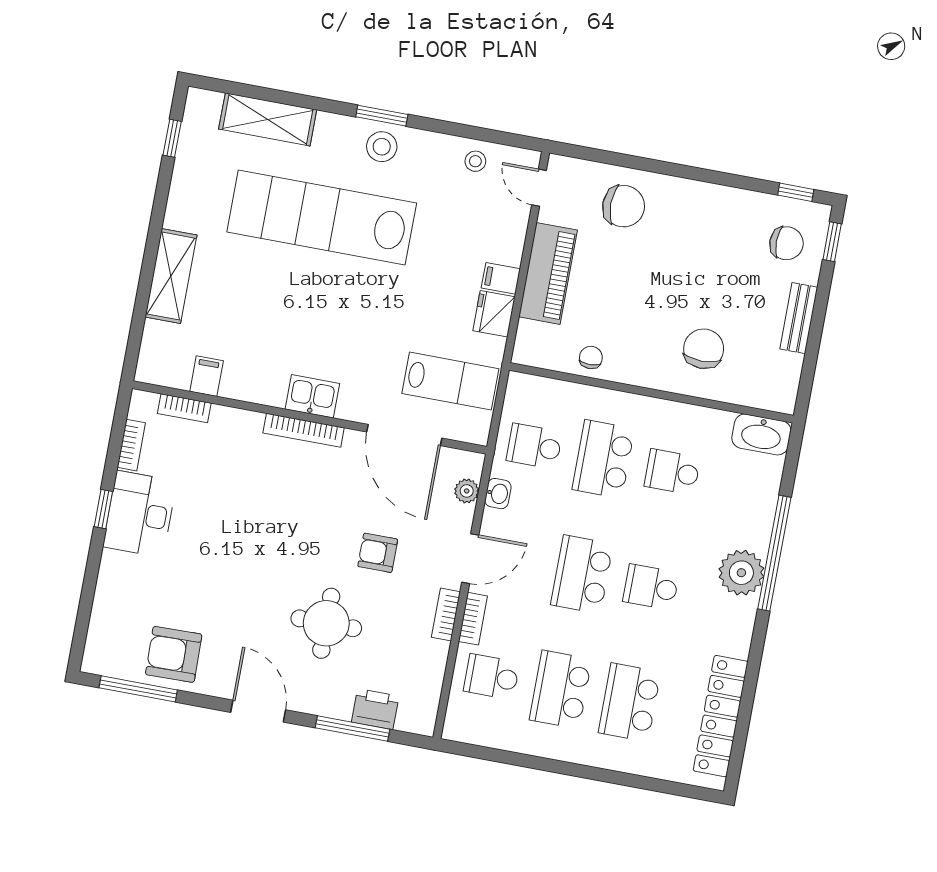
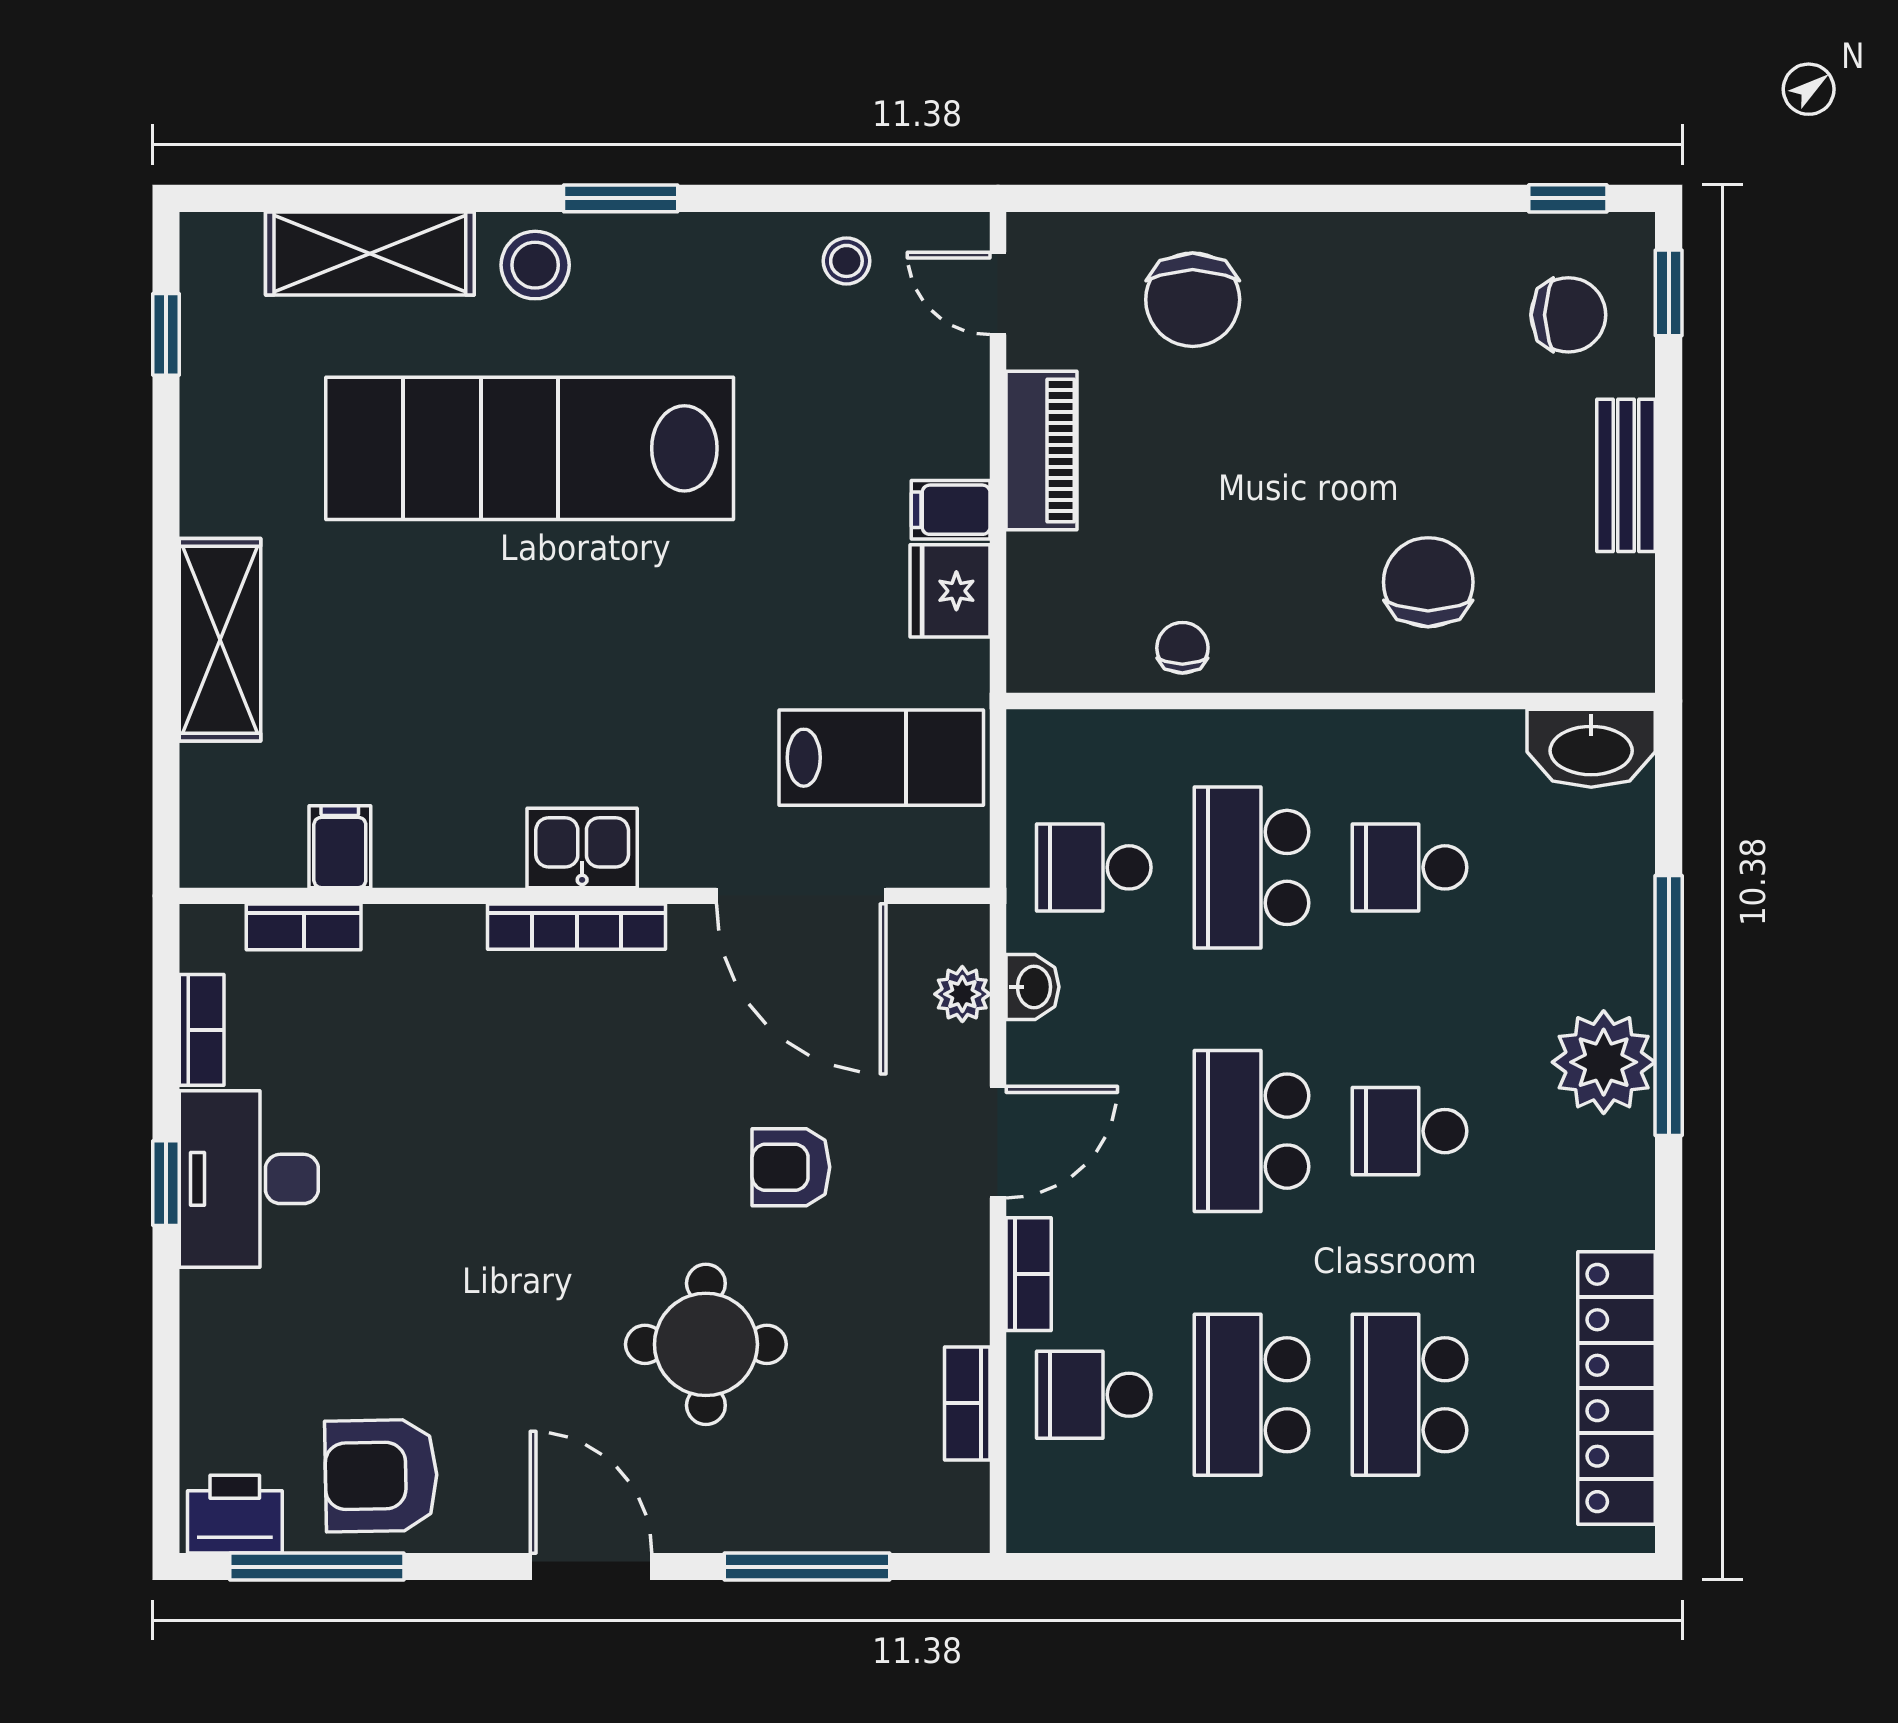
stool: (382, 147) -> (535, 265), moved
chair: (624, 206) -> (1193, 300), turned 90
piano: (548, 273) -> (1041, 450), width x0.73, depth x0.75
bookcase: (446, 615) -> (967, 1403), moved
printer: (375, 709) -> (235, 1514), moved

